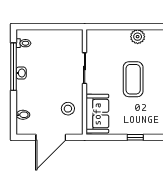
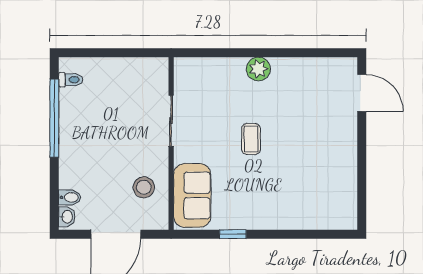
washbasin: (21, 73) -> (67, 217), moved
coffee table: (133, 79) -> (251, 139), width x0.54, depth x0.58
window: (135, 137) -> (233, 234), moved

